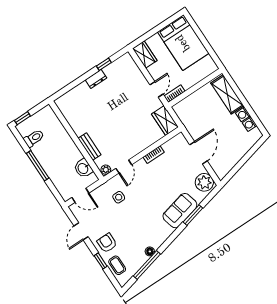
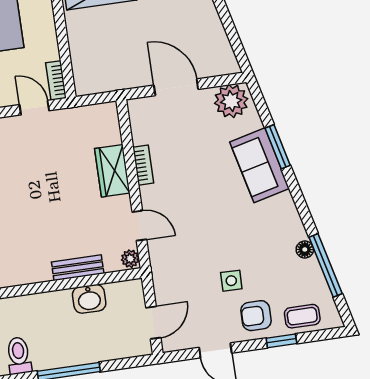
wardrobe: (165, 121) -> (112, 171), moved, turned 90
washbasin: (83, 168) -> (89, 299), moved
side table: (119, 197) -> (231, 281), moved

